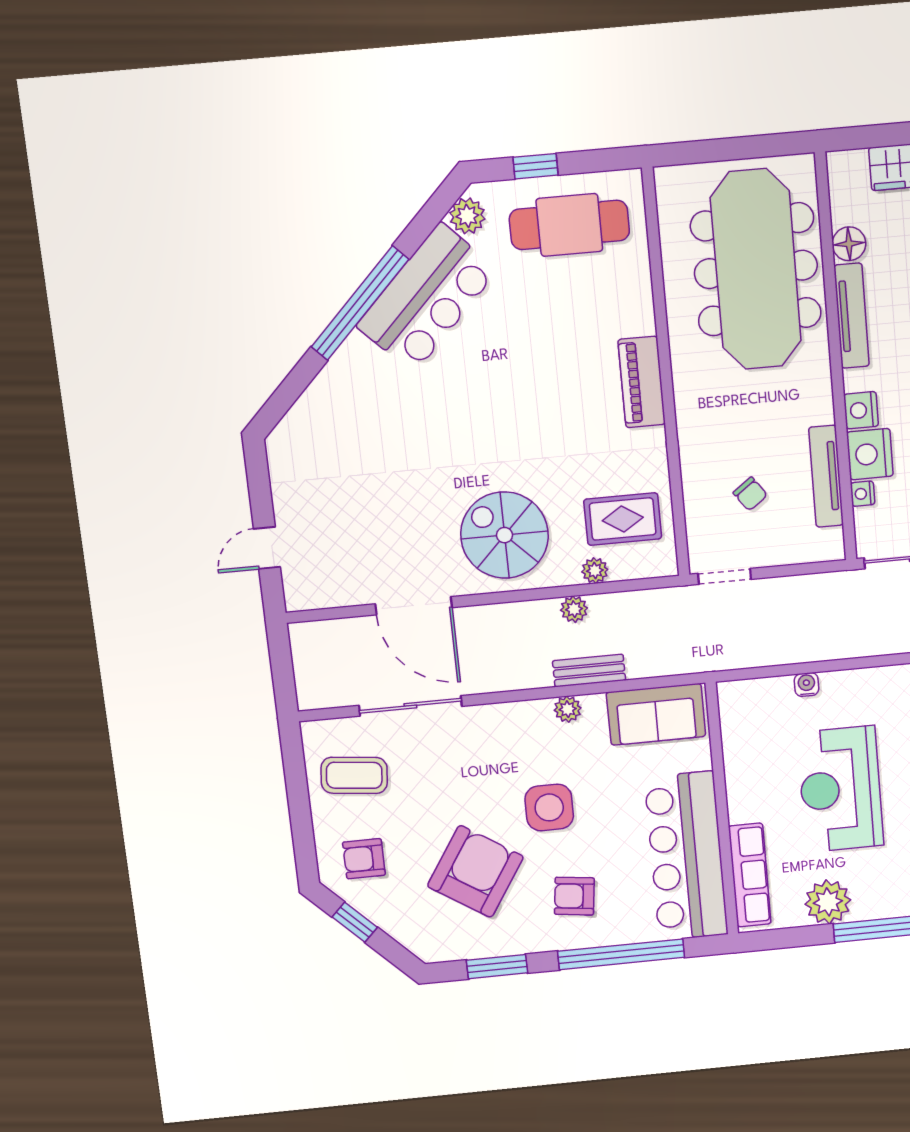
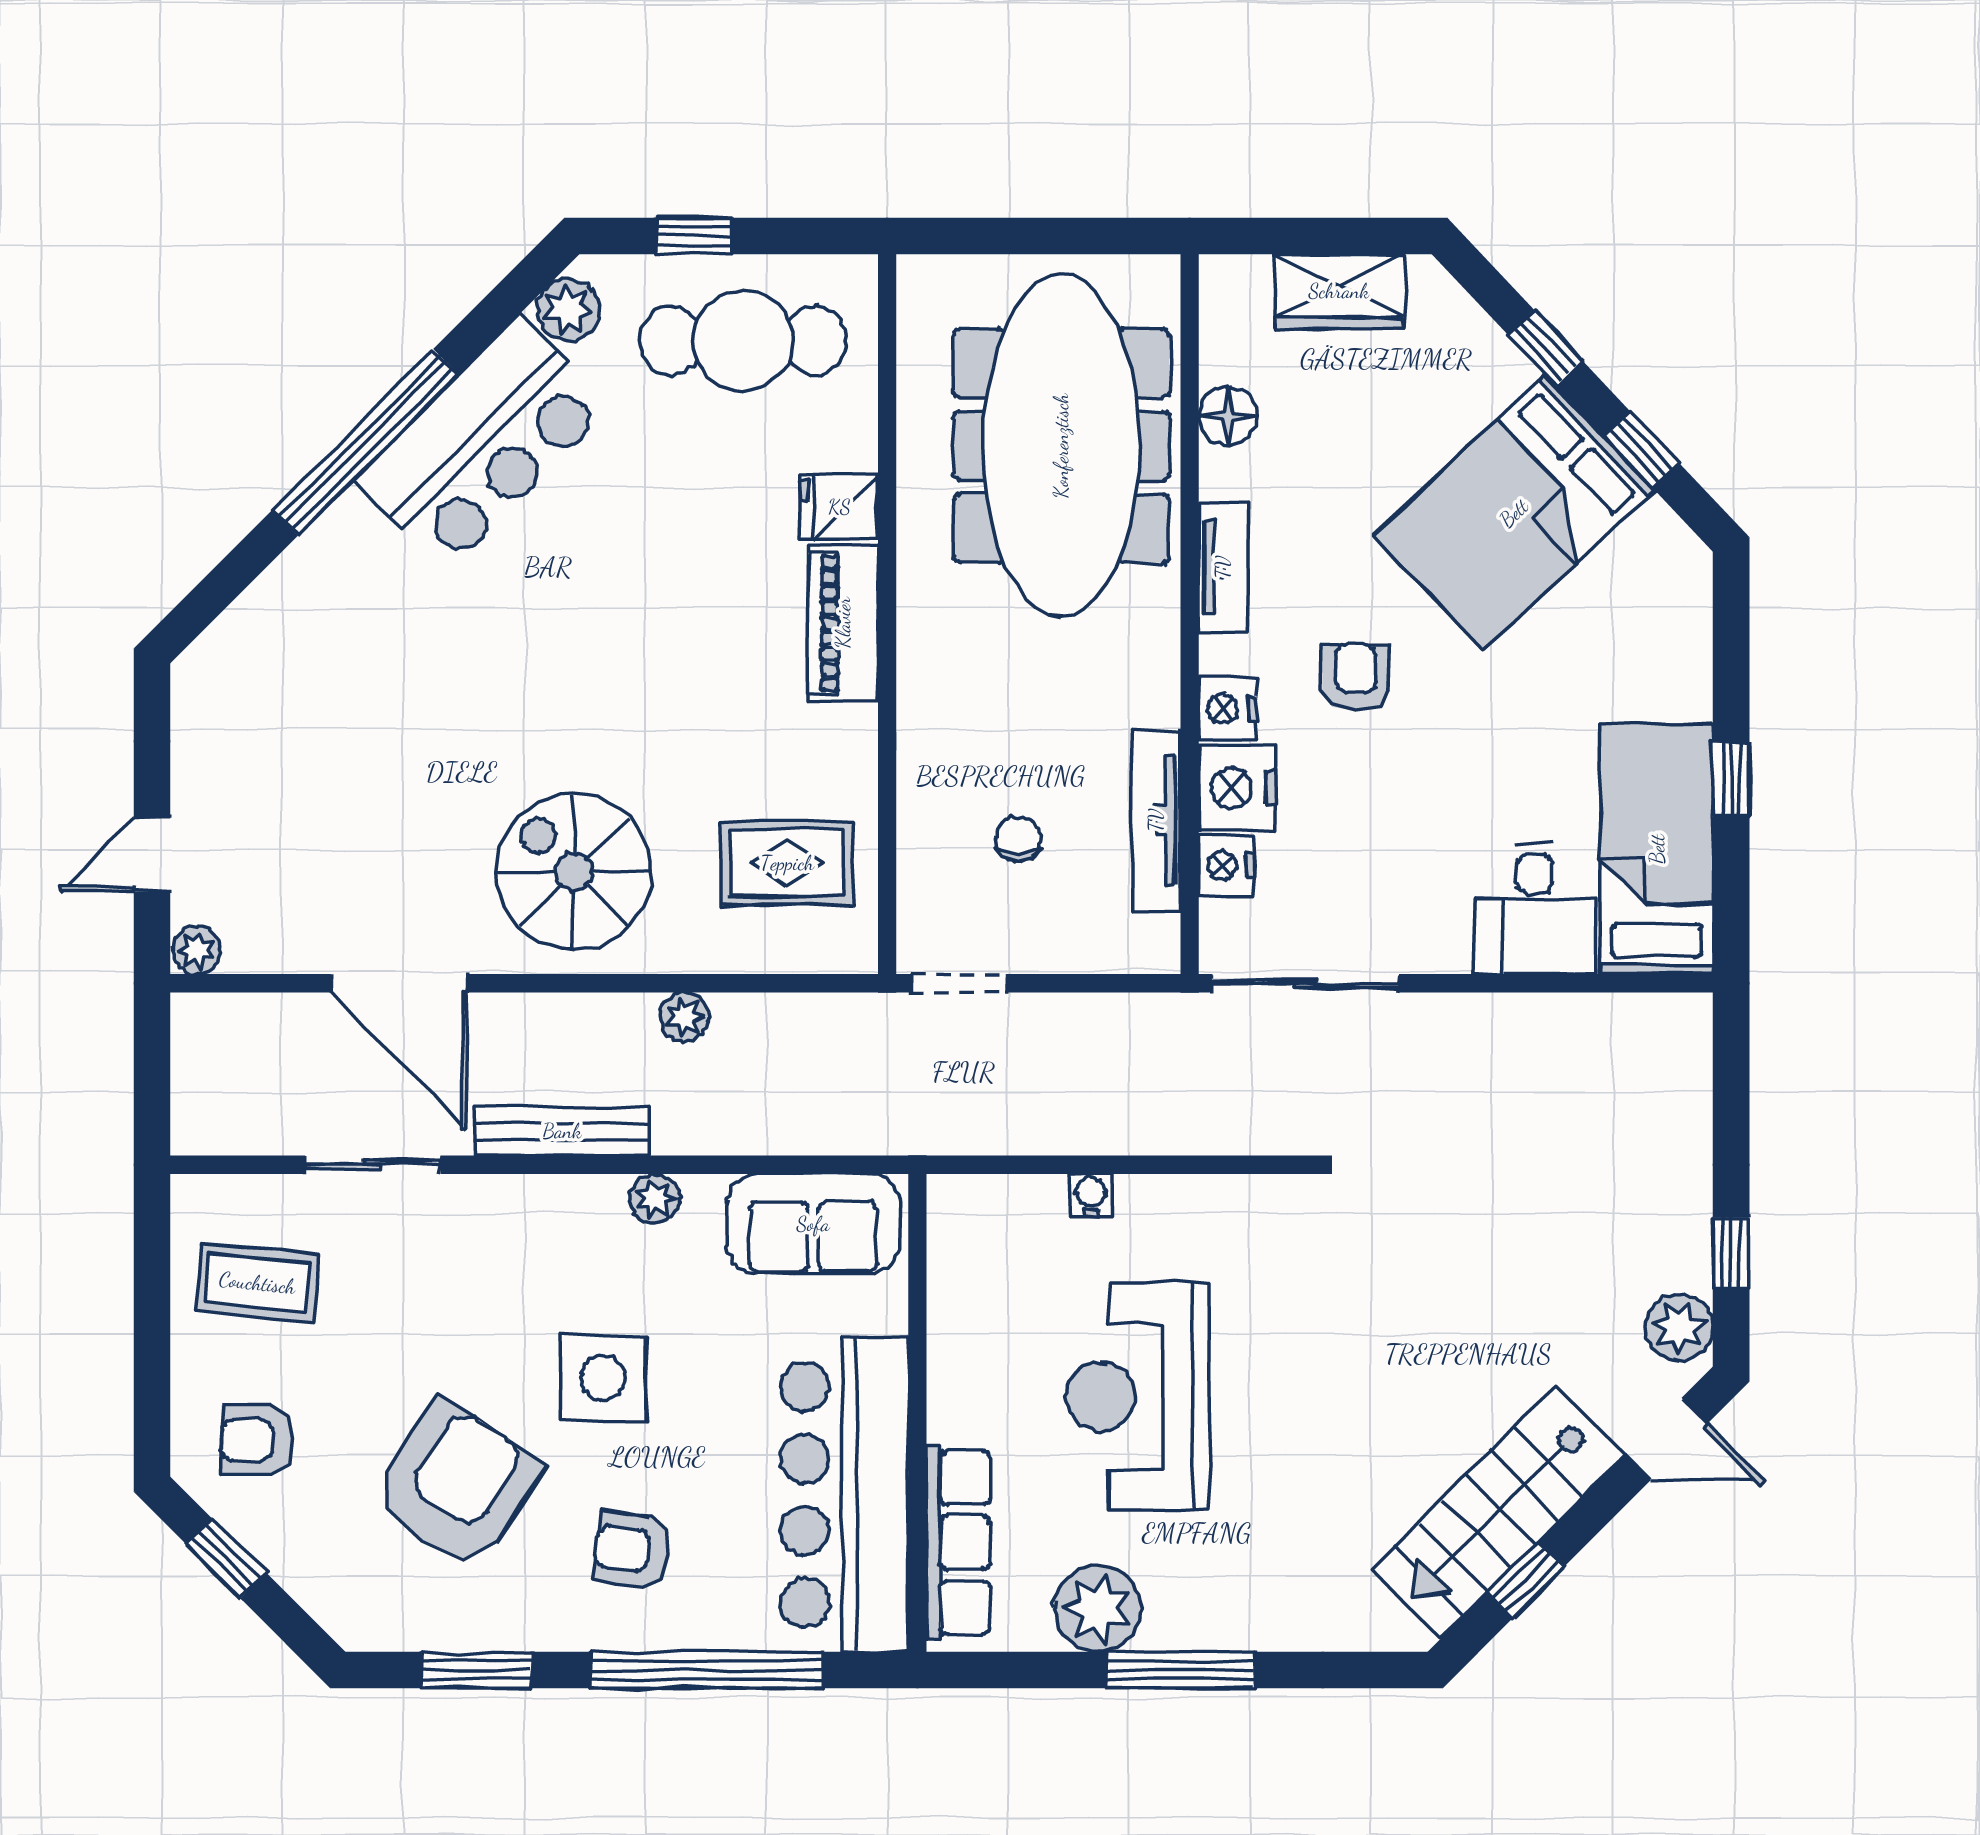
fridge: (633, 316) -> (839, 507), added
tv unit: (852, 316) -> (1223, 567), width x0.71
chair: (750, 494) -> (1018, 839), turned -144
nightstand: (863, 494) -> (1226, 866), width x1.39, depth x1.35
plant: (595, 571) -> (196, 951), moved
bench: (589, 671) -> (562, 1131), moved, width x1.36
sliding door: (410, 706) -> (373, 1165), width x0.73

